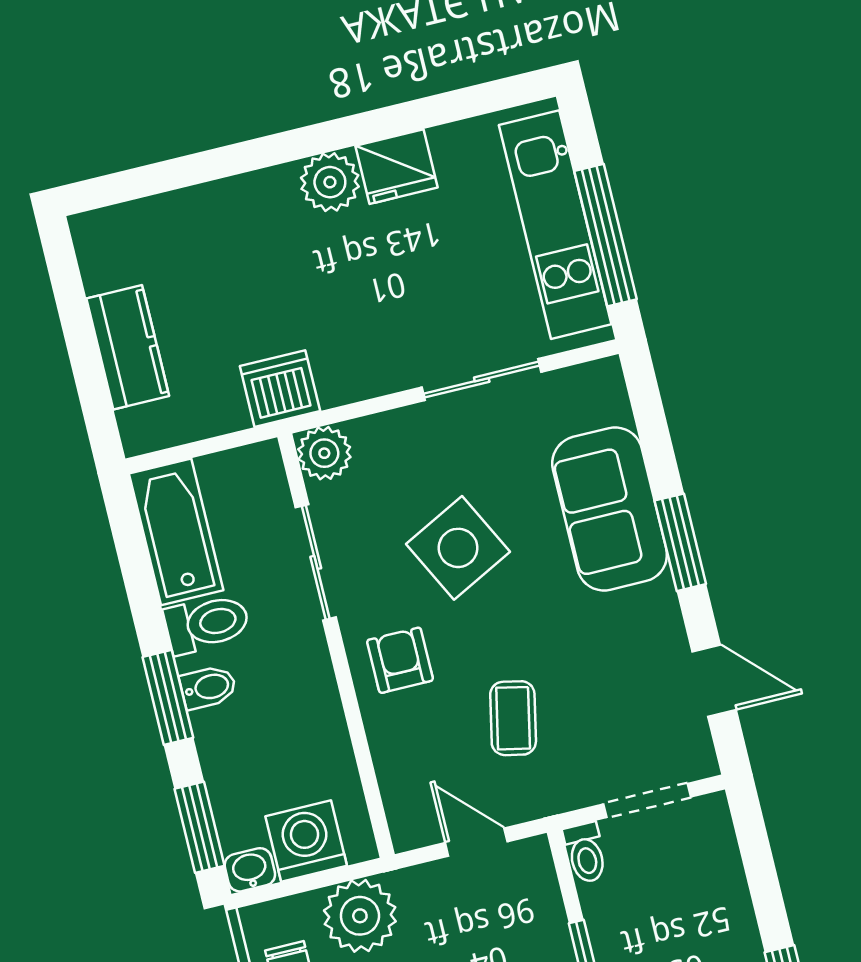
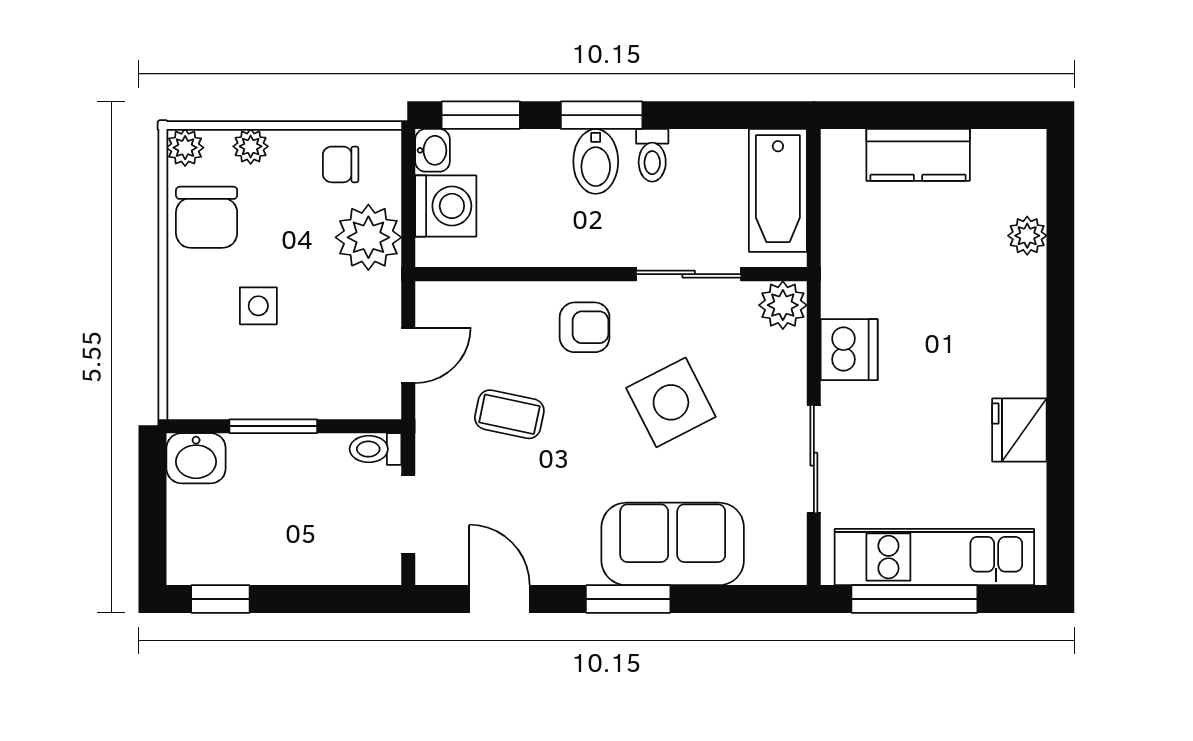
plant: (330, 182) -> (1027, 236), moved, width x0.73, depth x0.73
dishwasher: (280, 389) -> (849, 350), moved
bathtub: (176, 532) -> (778, 190), moved, turned 90
toilet: (207, 624) -> (652, 155), width x0.73, depth x0.72
door: (714, 681) -> (499, 599), swing flipped
bidet: (208, 687) -> (596, 161), width x1.38, depth x1.36

